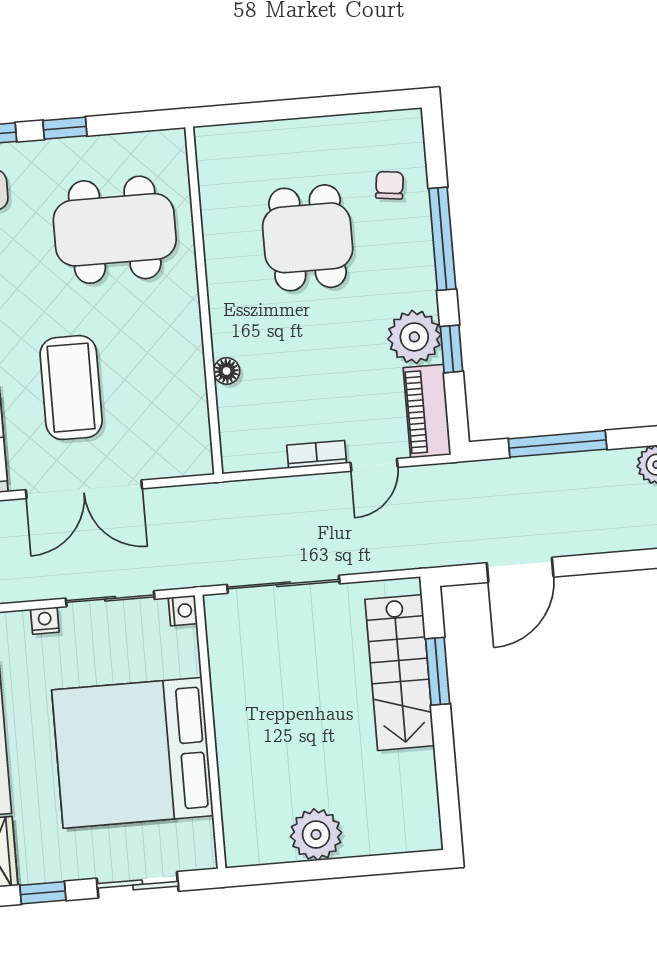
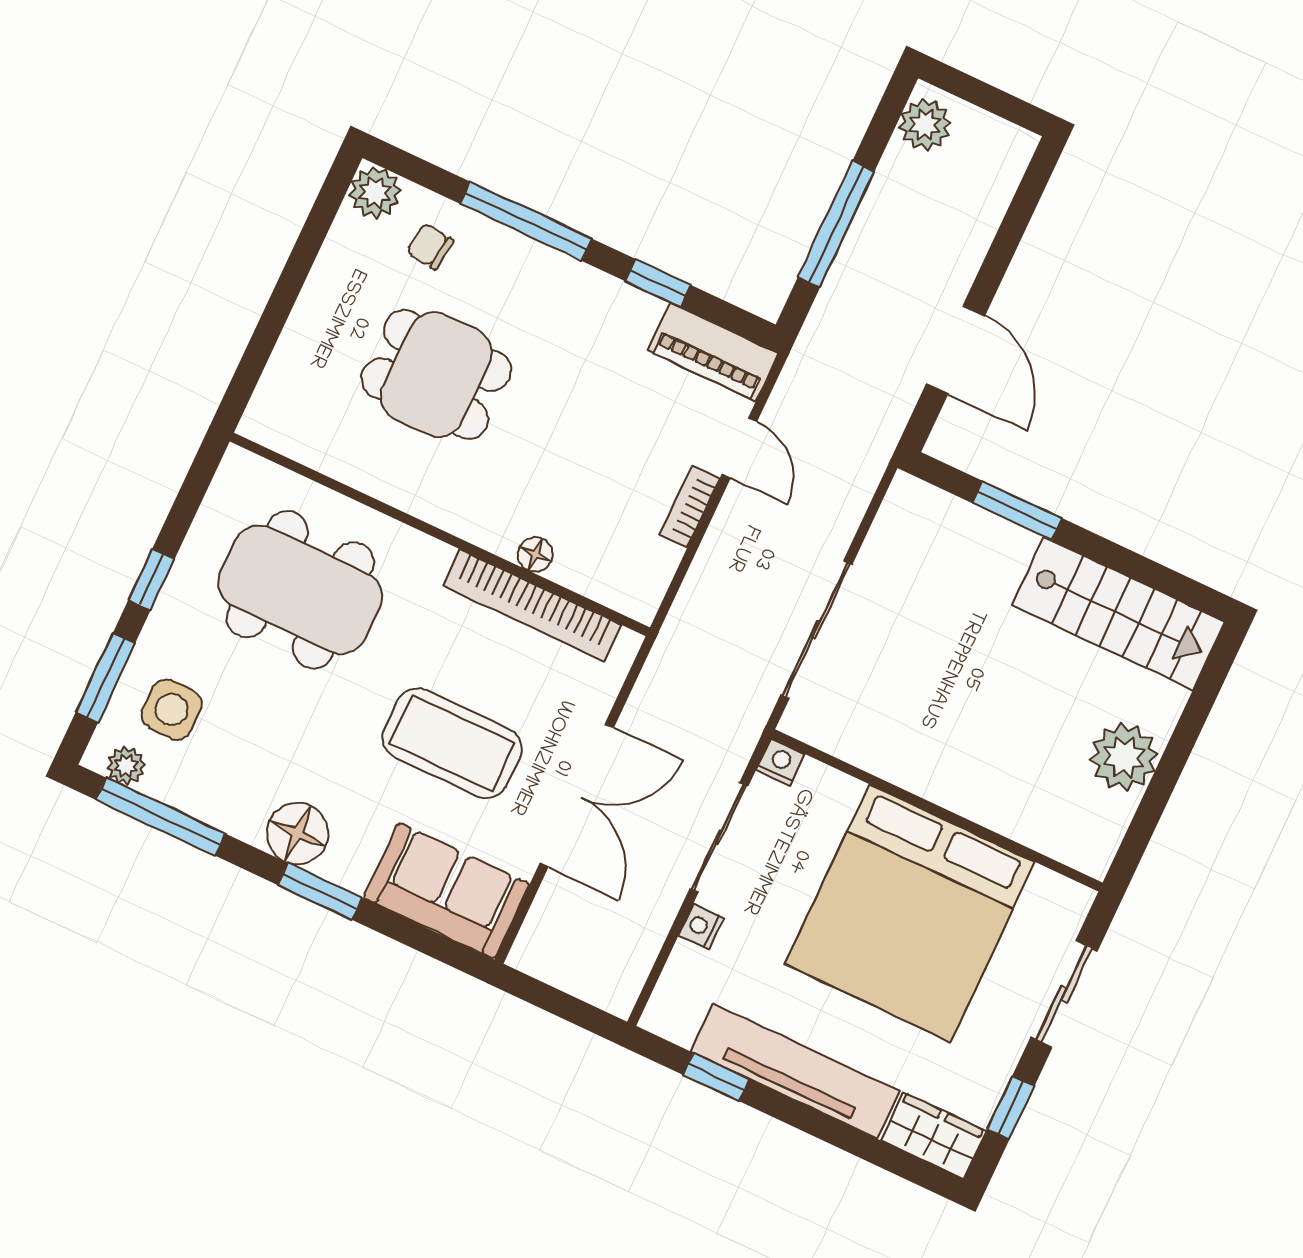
dining table: (115, 230) -> (300, 590), turned 90
plant: (414, 337) -> (375, 192), moved, width x0.73, depth x0.73
bookcase: (192, 388) -> (532, 605), added
stairs: (400, 673) -> (1118, 613), moved

